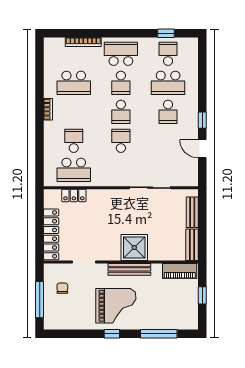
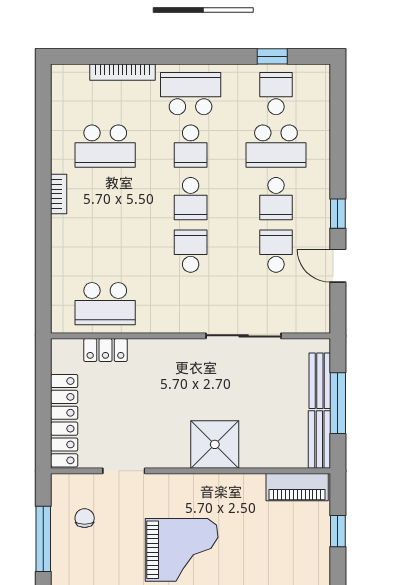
school desk: (74, 141) -> (276, 251), moved
window: (202, 225) -> (338, 403), added
bench: (129, 269) -> (206, 484), removed

